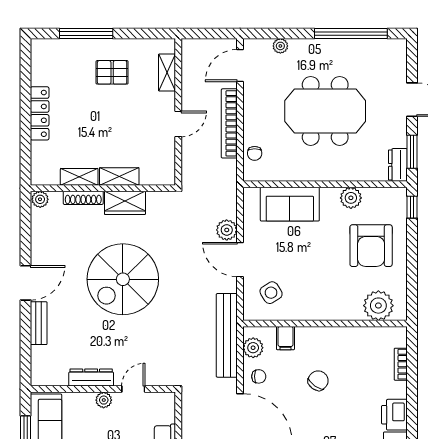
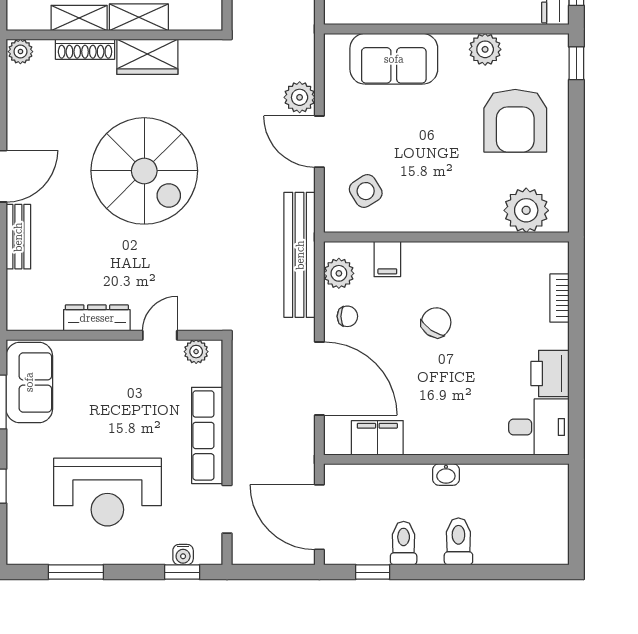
spiral stairs: (123, 279) -> (144, 171), turned -90
plant: (104, 400) -> (196, 352), moved

